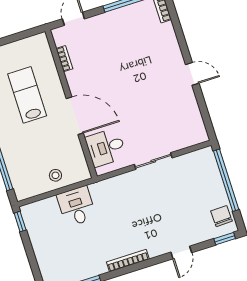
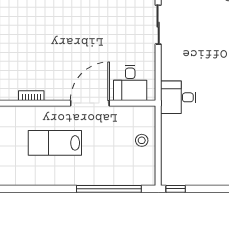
sliding door: (153, 161) -> (158, 25), moved
desk: (77, 206) -> (178, 97), moved

